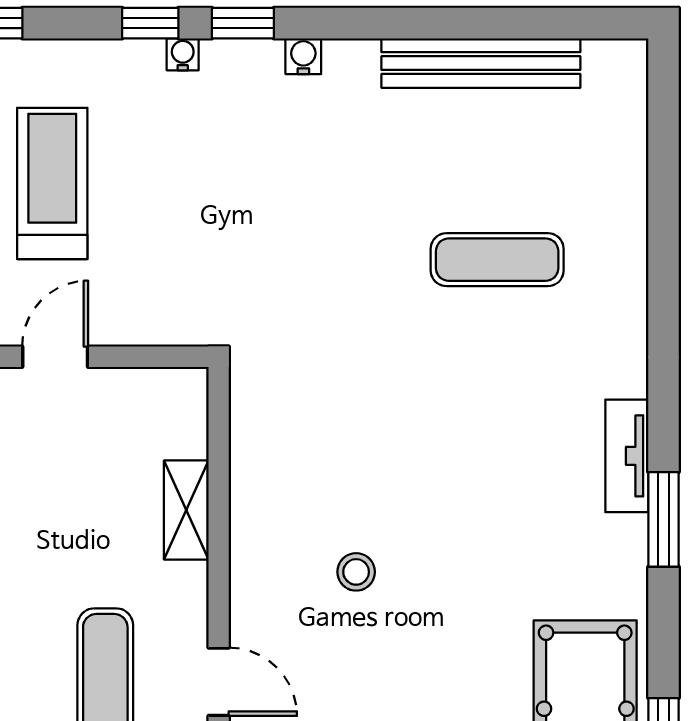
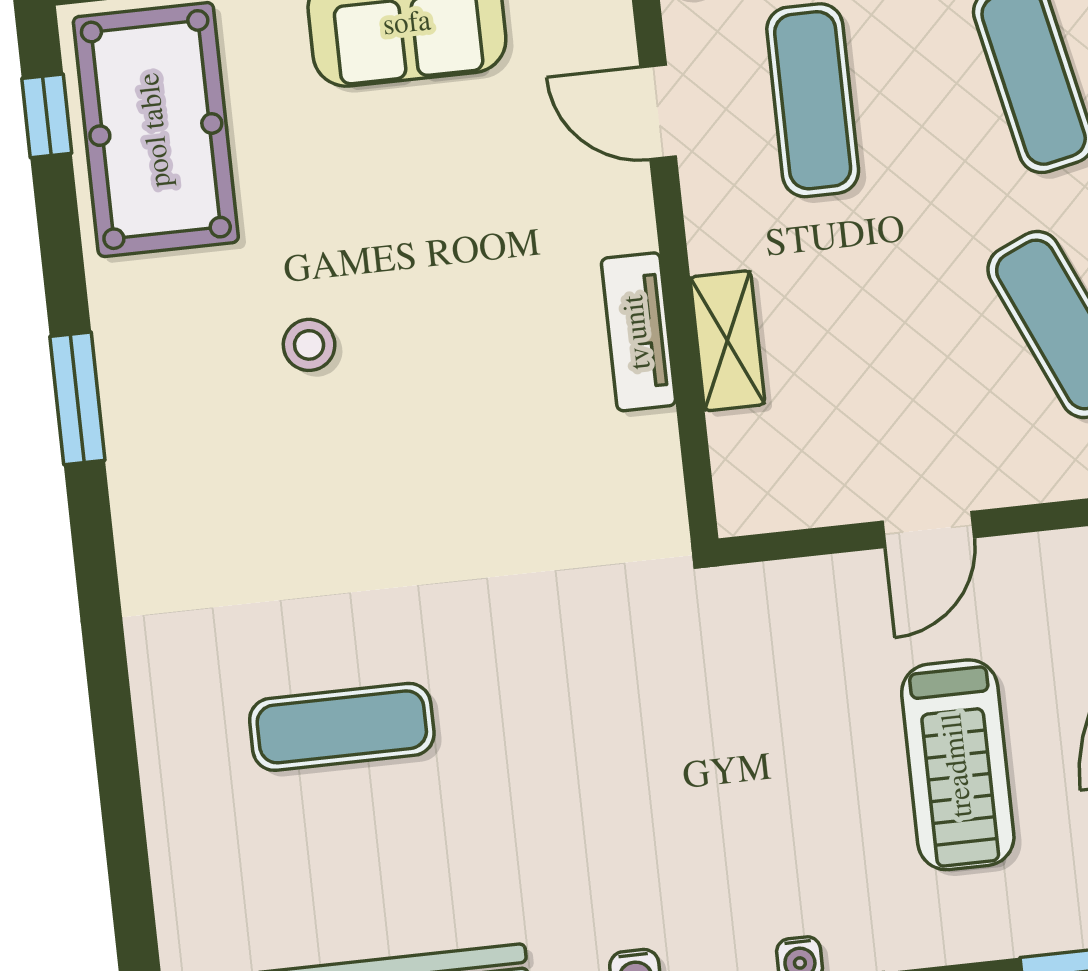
tv unit: (627, 456) -> (638, 332), moved, turned 180
stool: (356, 572) -> (309, 345), moved

